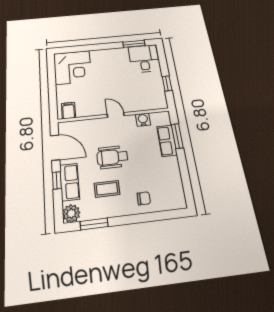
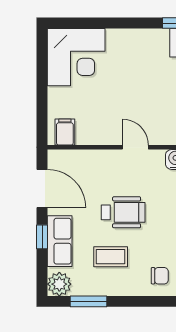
wheelchair: (112, 157) -> (123, 212), turned 180

